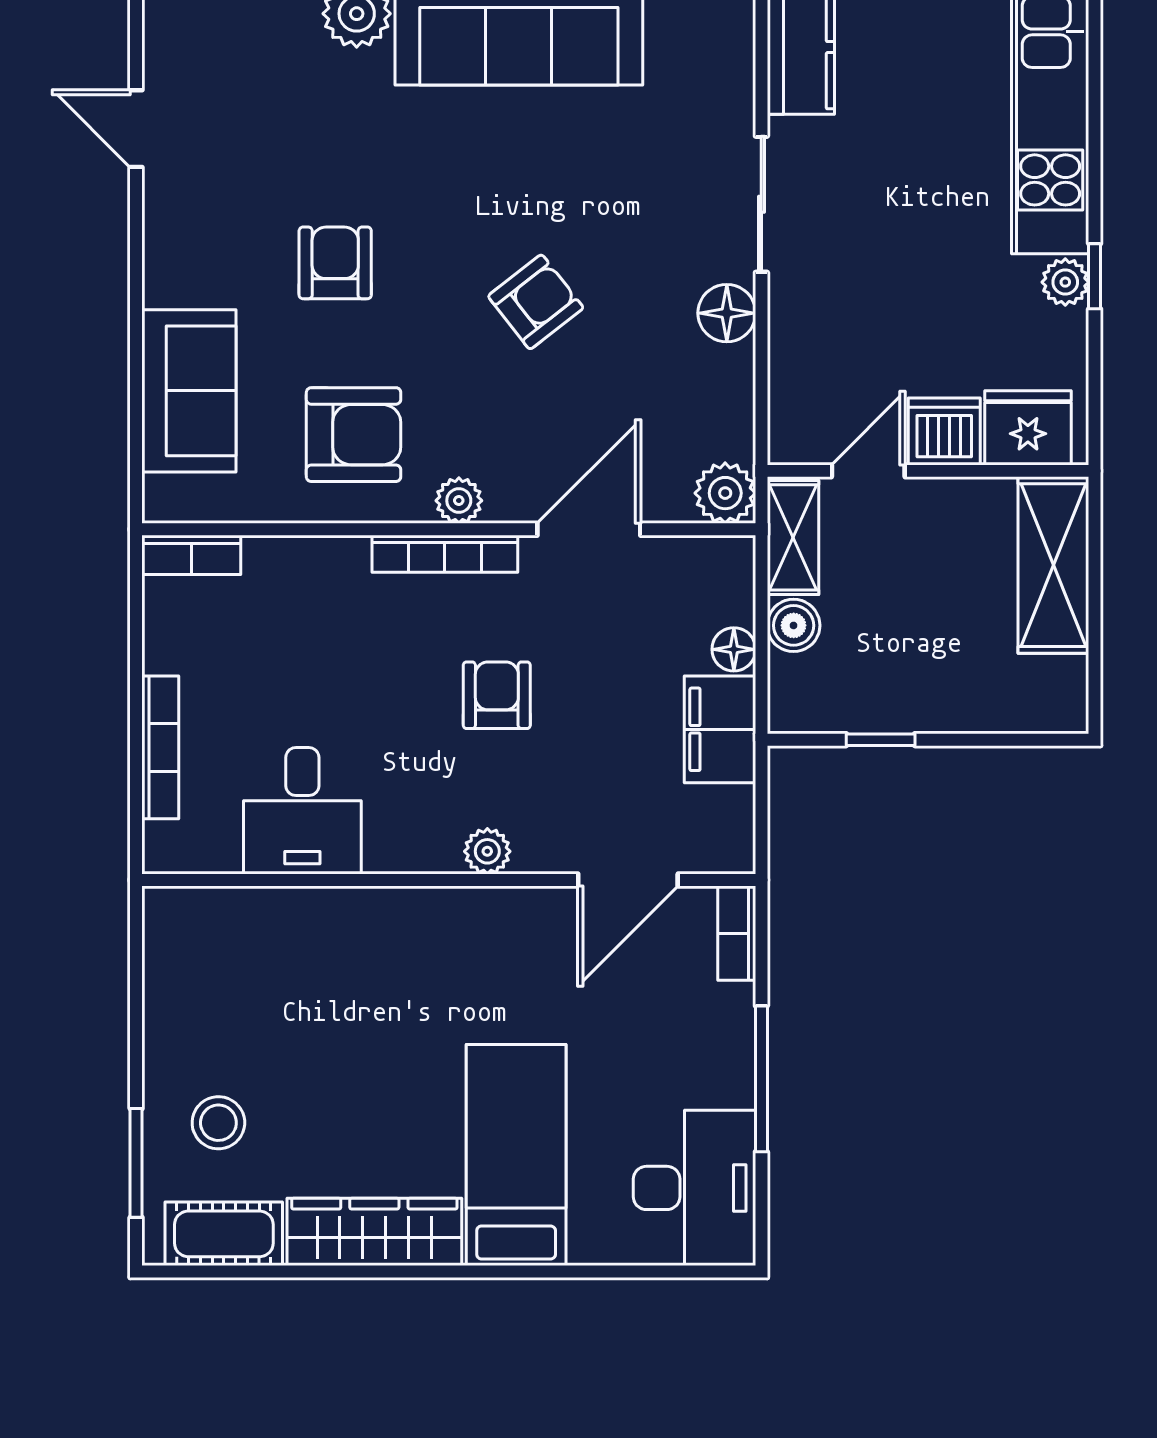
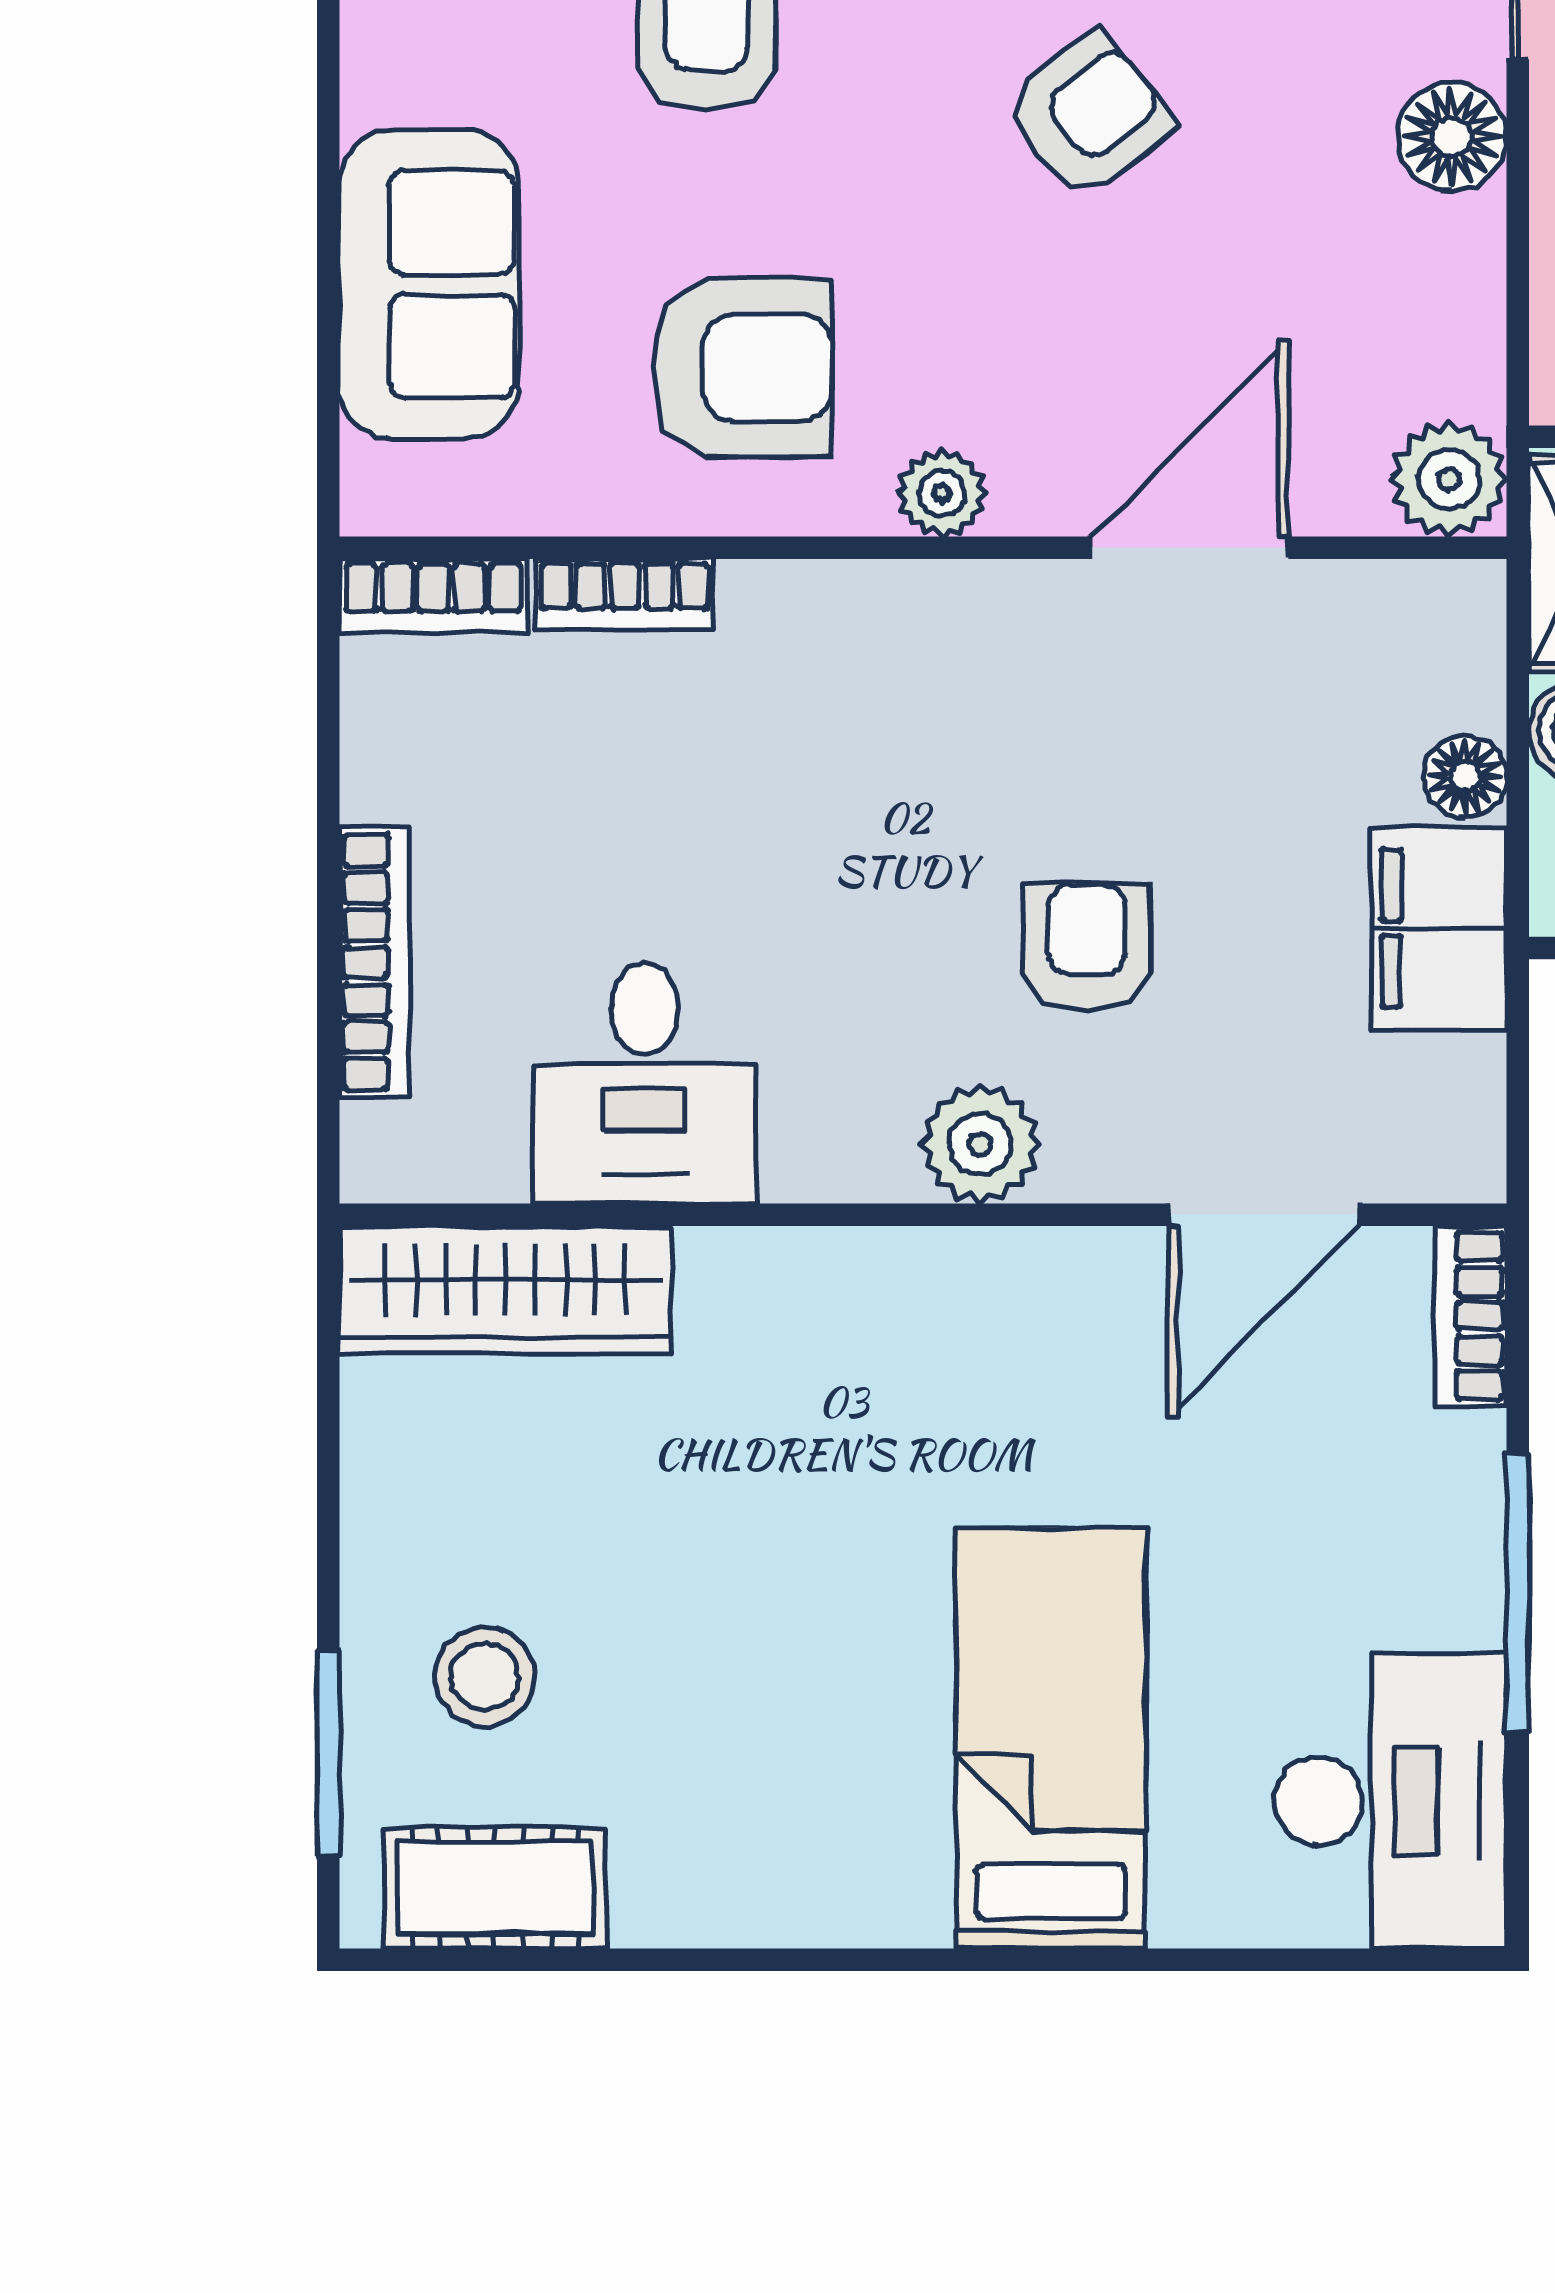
bookcase: (445, 554) -> (625, 594), moved, width x0.64
armchair: (497, 695) -> (1087, 947), moved
plant: (487, 851) -> (980, 1144), width x1.38, depth x1.38
wardrobe: (374, 1232) -> (505, 1290), moved, turned 180

